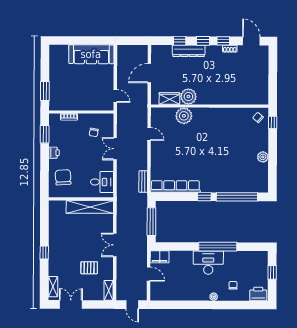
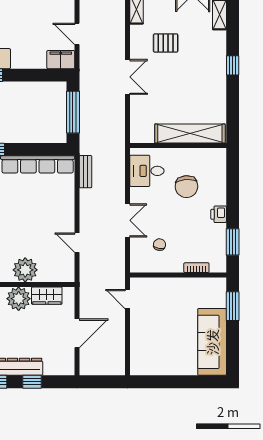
sofa: (91, 54) -> (212, 342), moved, turned -90
chair: (63, 177) -> (186, 187), moved
shelving: (90, 207) -> (190, 133), moved

